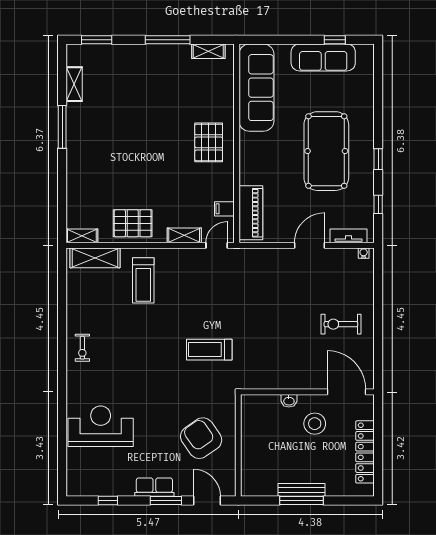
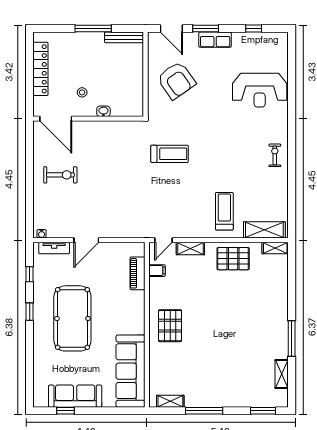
piano: (251, 213) -> (138, 273), width x0.73, depth x0.75
stool: (315, 424) -> (82, 92), width x0.53, depth x0.53
bench: (301, 490) -> (124, 37), moved

